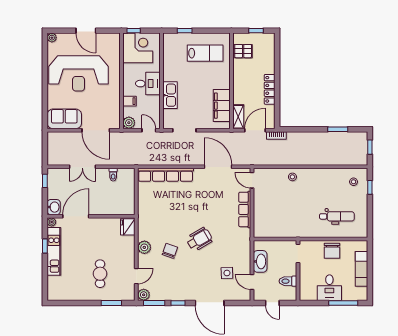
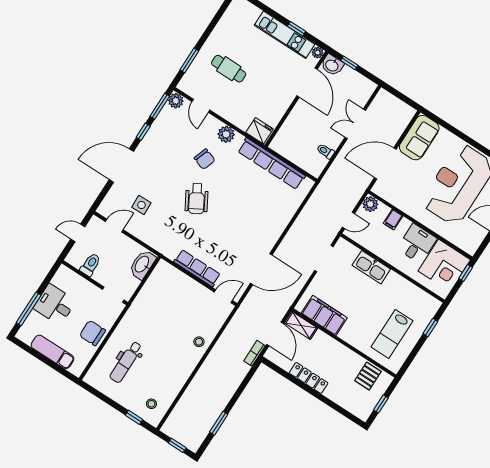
desk: (148, 84) -> (417, 244), moved, turned 180
row of seats: (166, 175) -> (272, 164), moved, turned -90
window: (45, 181) -> (349, 63), moved
washbasin: (260, 261) -> (142, 264), moved, turned 90

